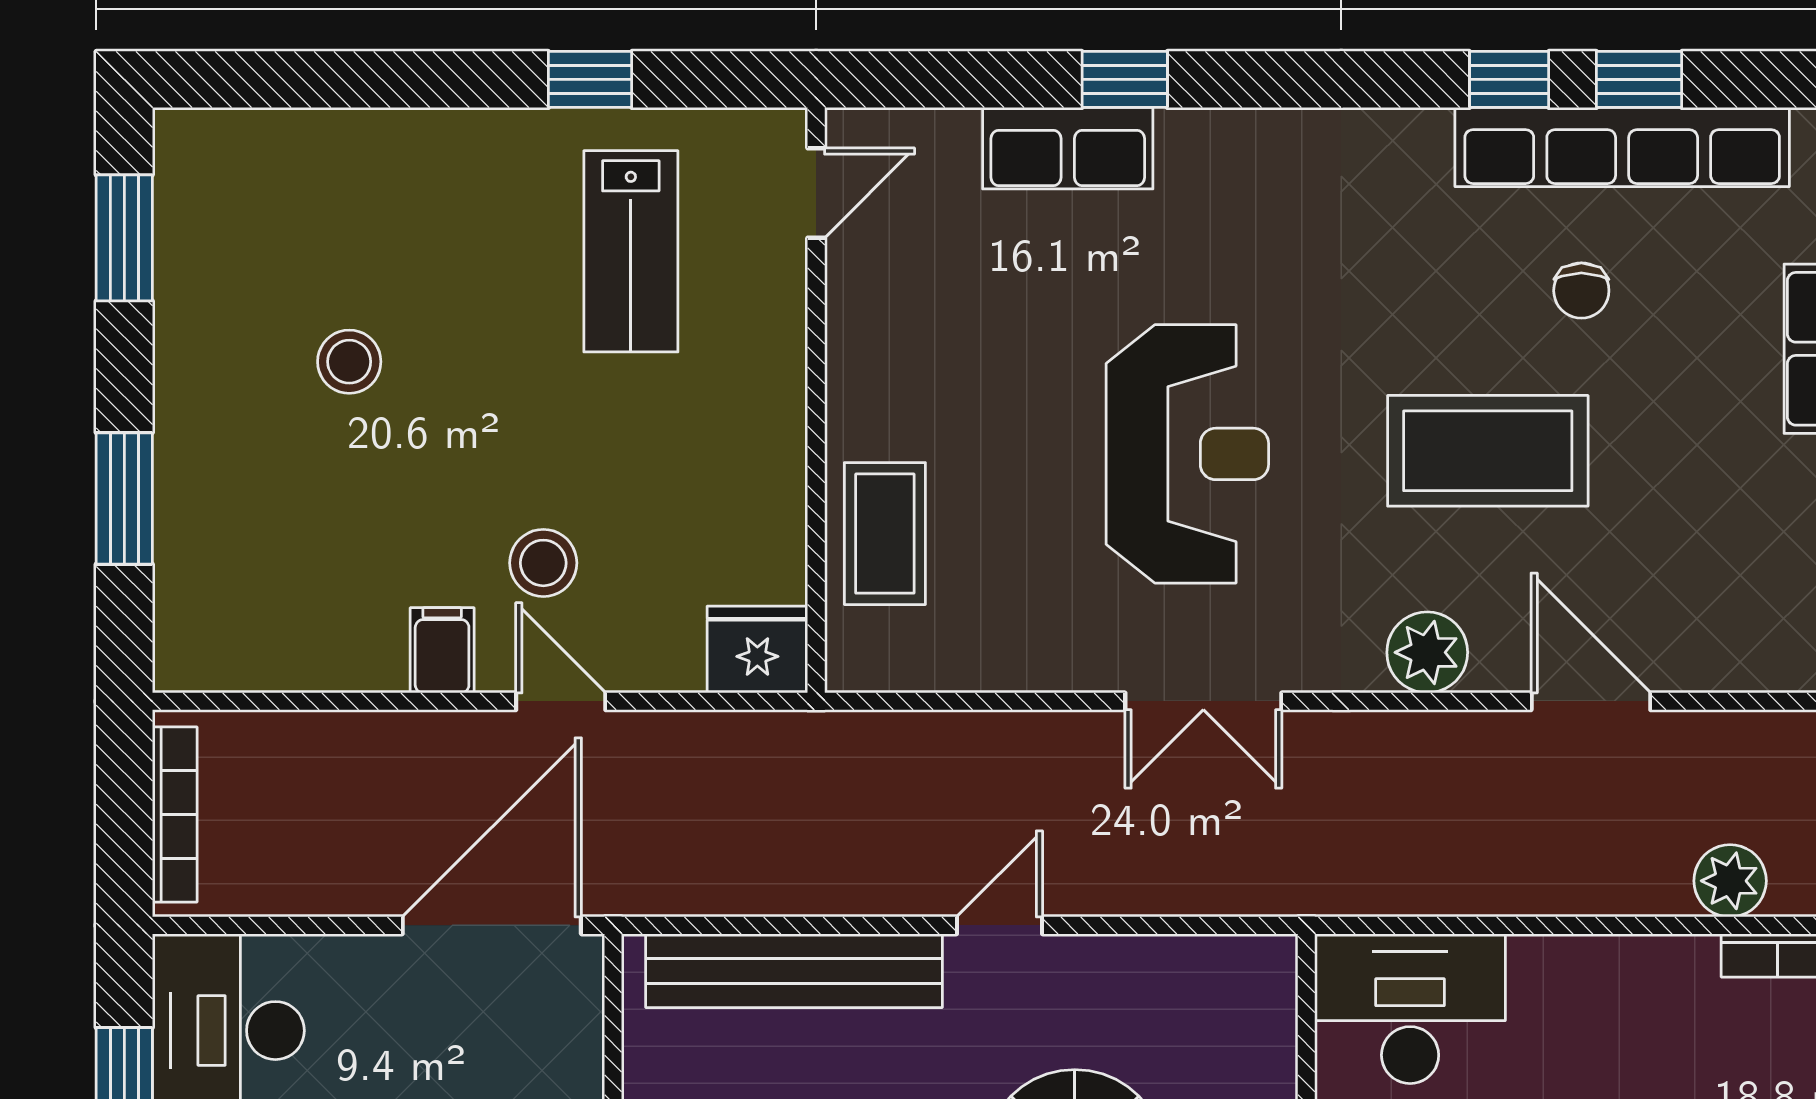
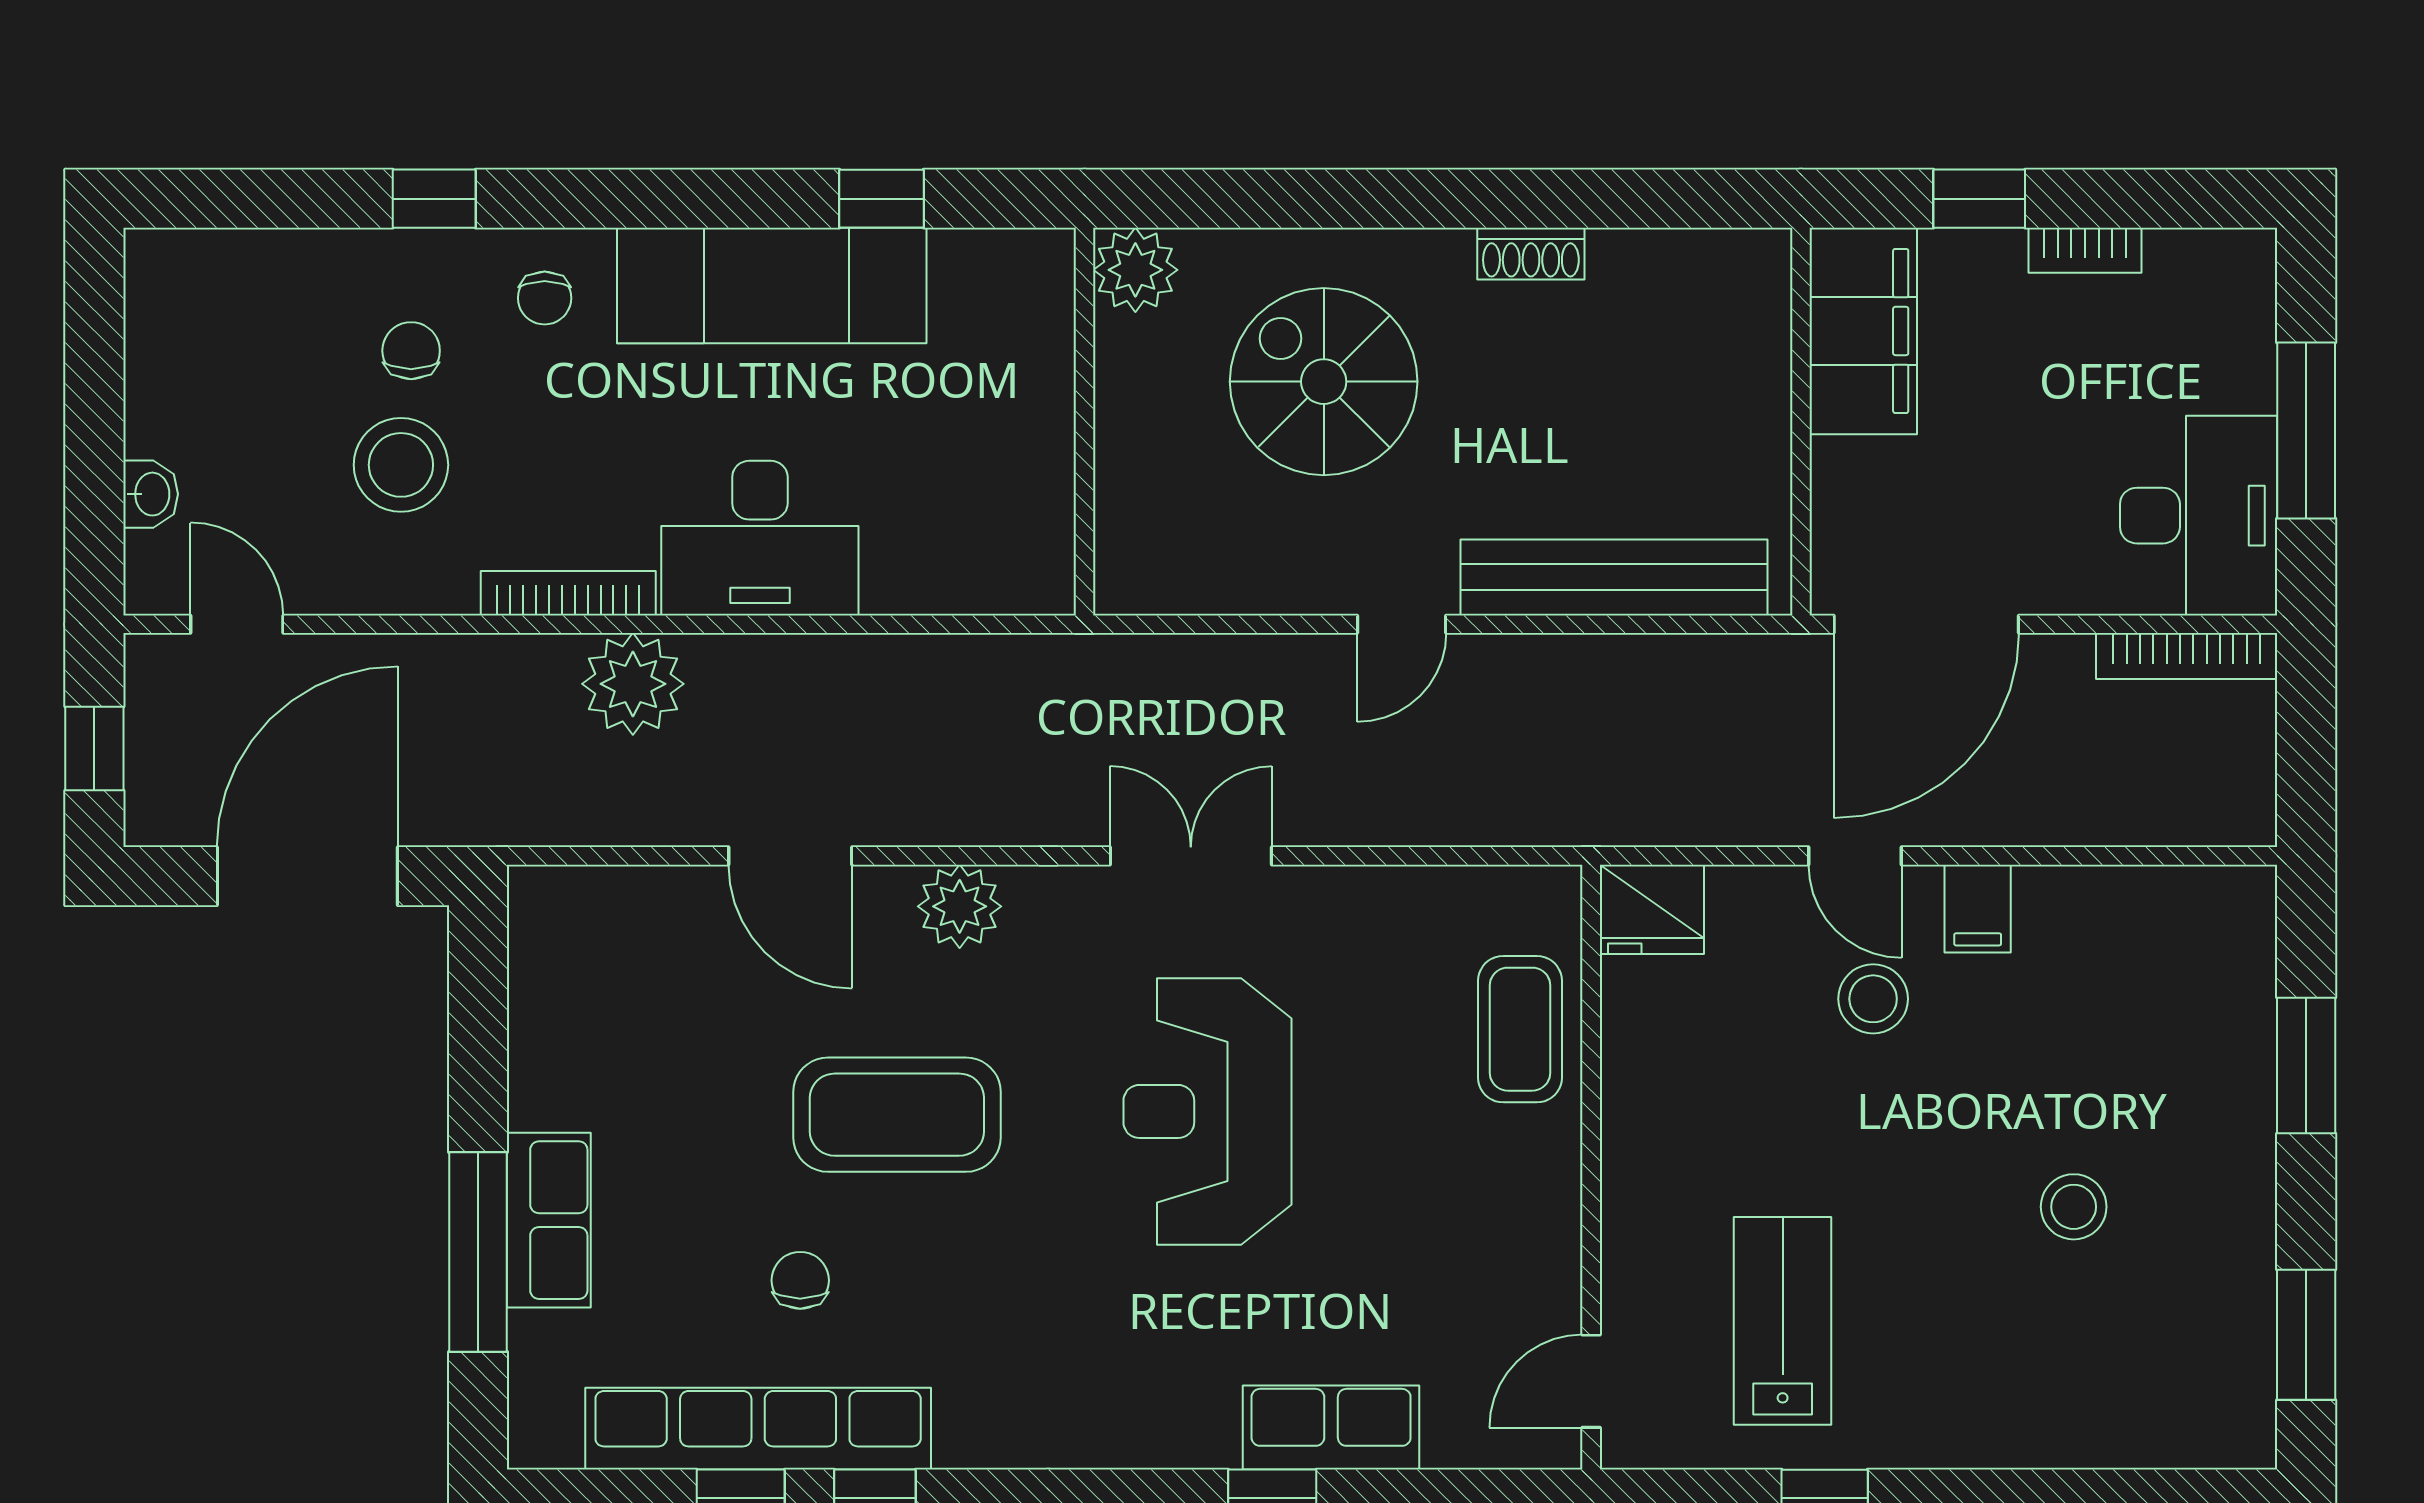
bookcase: (175, 815) -> (2187, 656), moved, turned -90
plant: (1730, 881) -> (633, 684), width x1.36, depth x1.36
desk: (1410, 1009) -> (760, 538), moved

